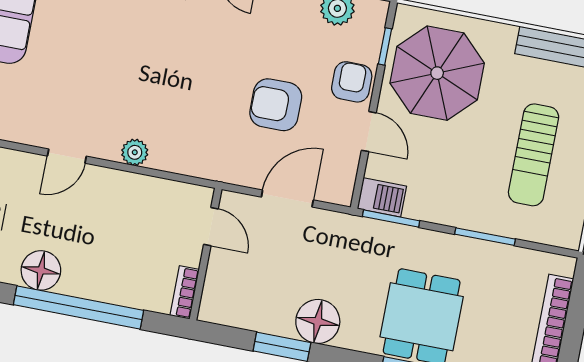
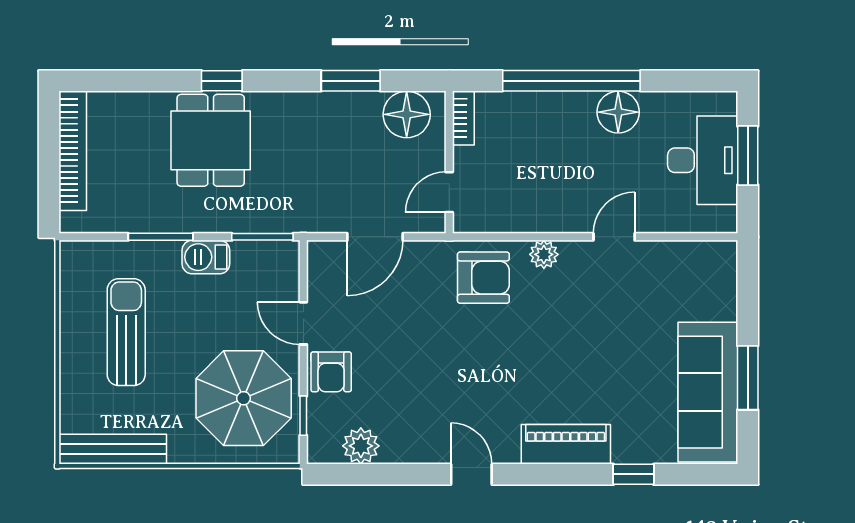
armchair: (276, 105) -> (483, 278), moved
barbecue: (382, 197) -> (206, 257), moved
door: (211, 227) -> (449, 192), hinge flipped
floor lamp: (318, 321) -> (407, 114), moved

